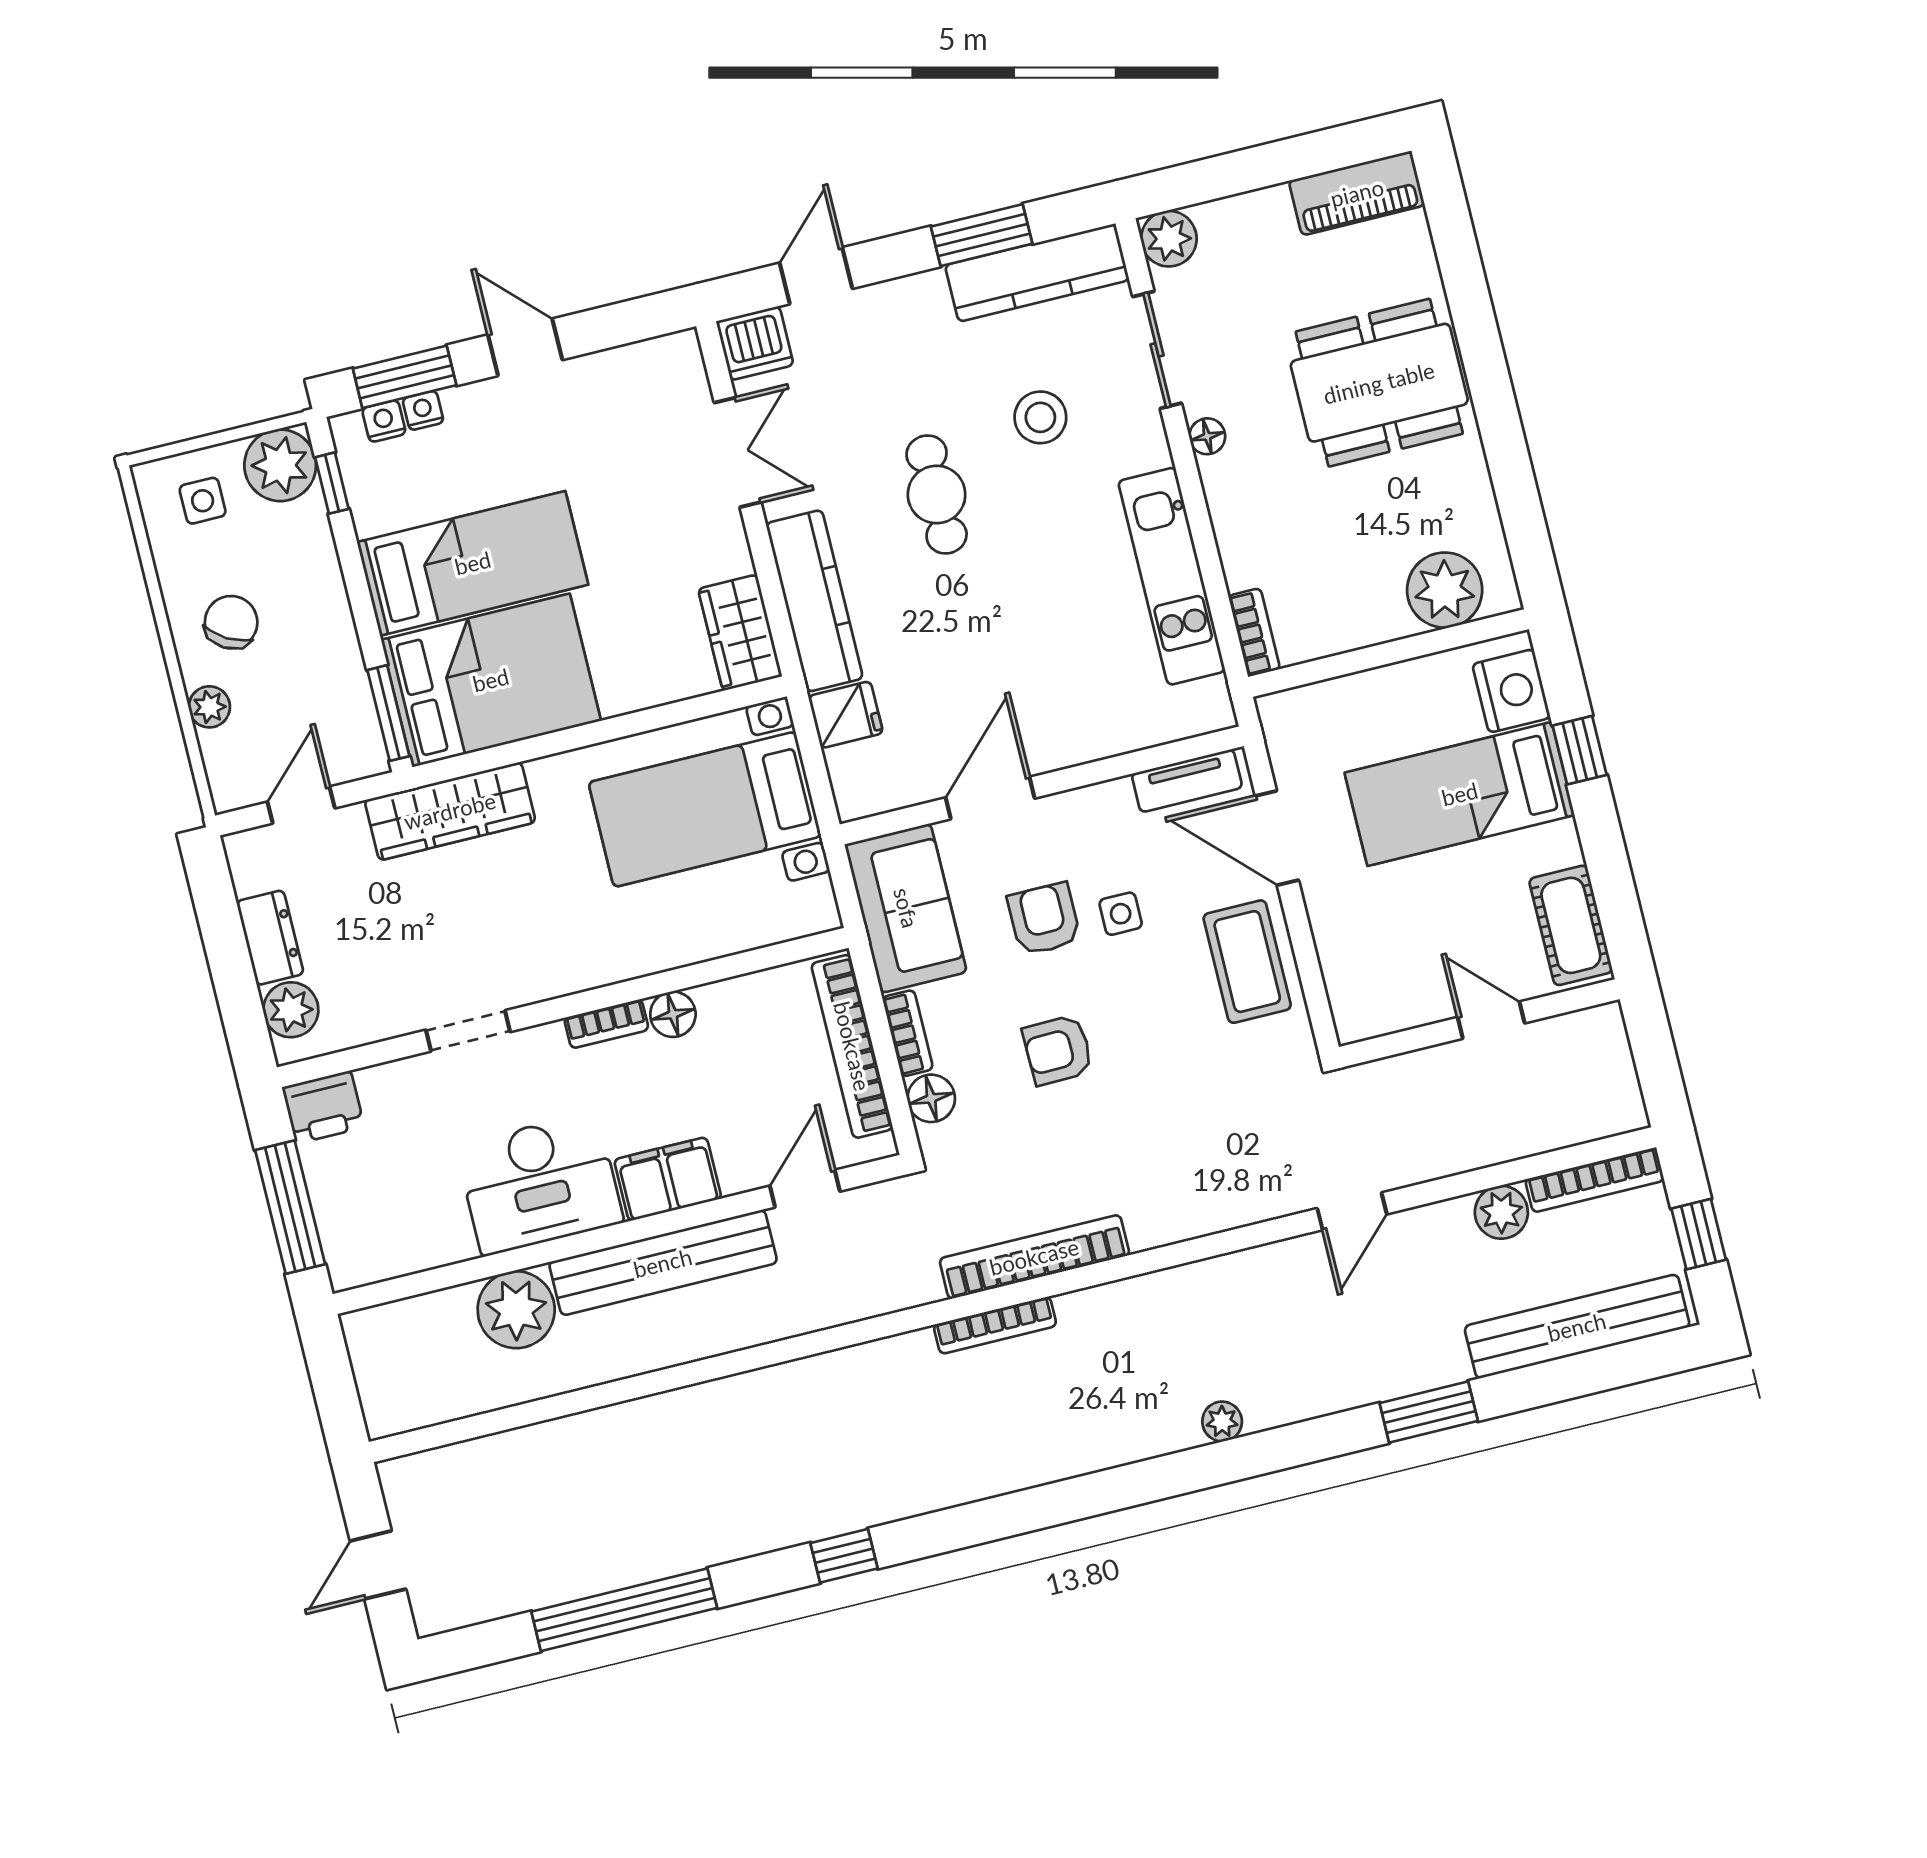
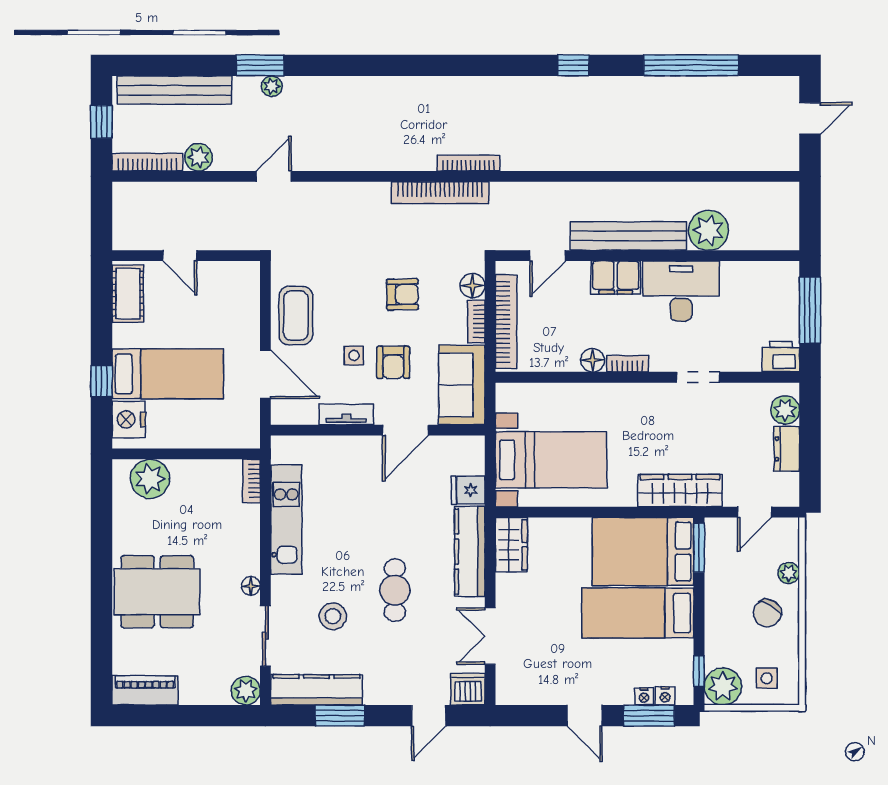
tv unit: (1187, 781) -> (346, 414), moved
plant: (1222, 1421) -> (272, 86), moved

